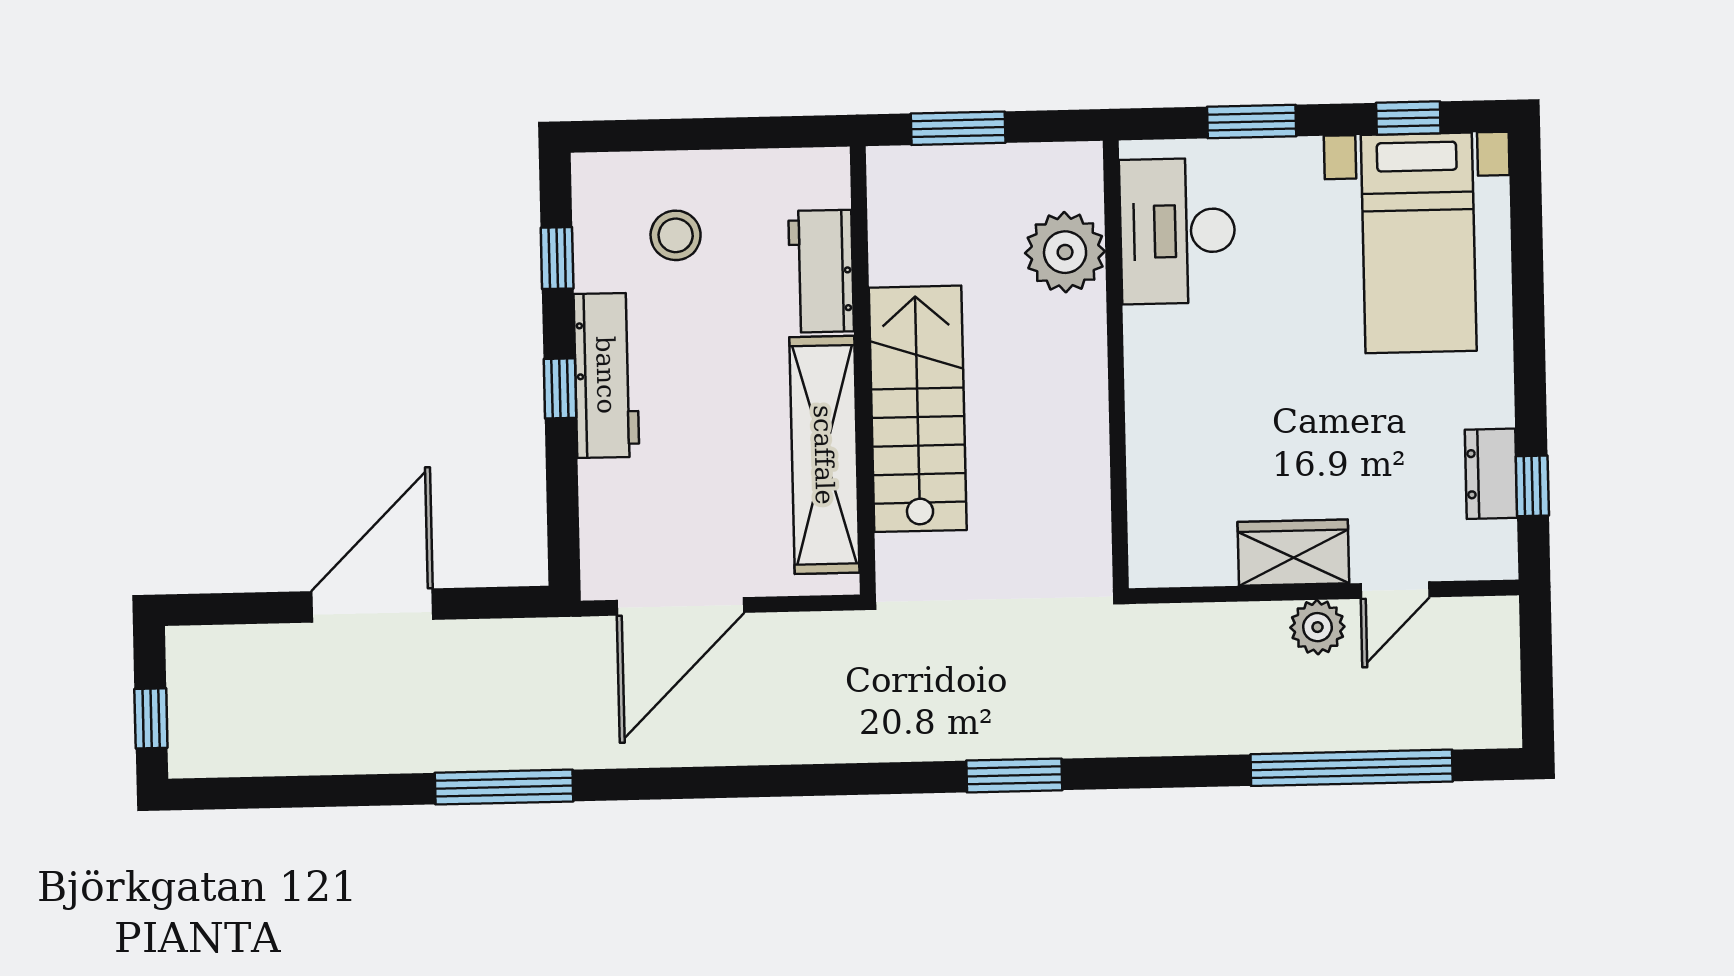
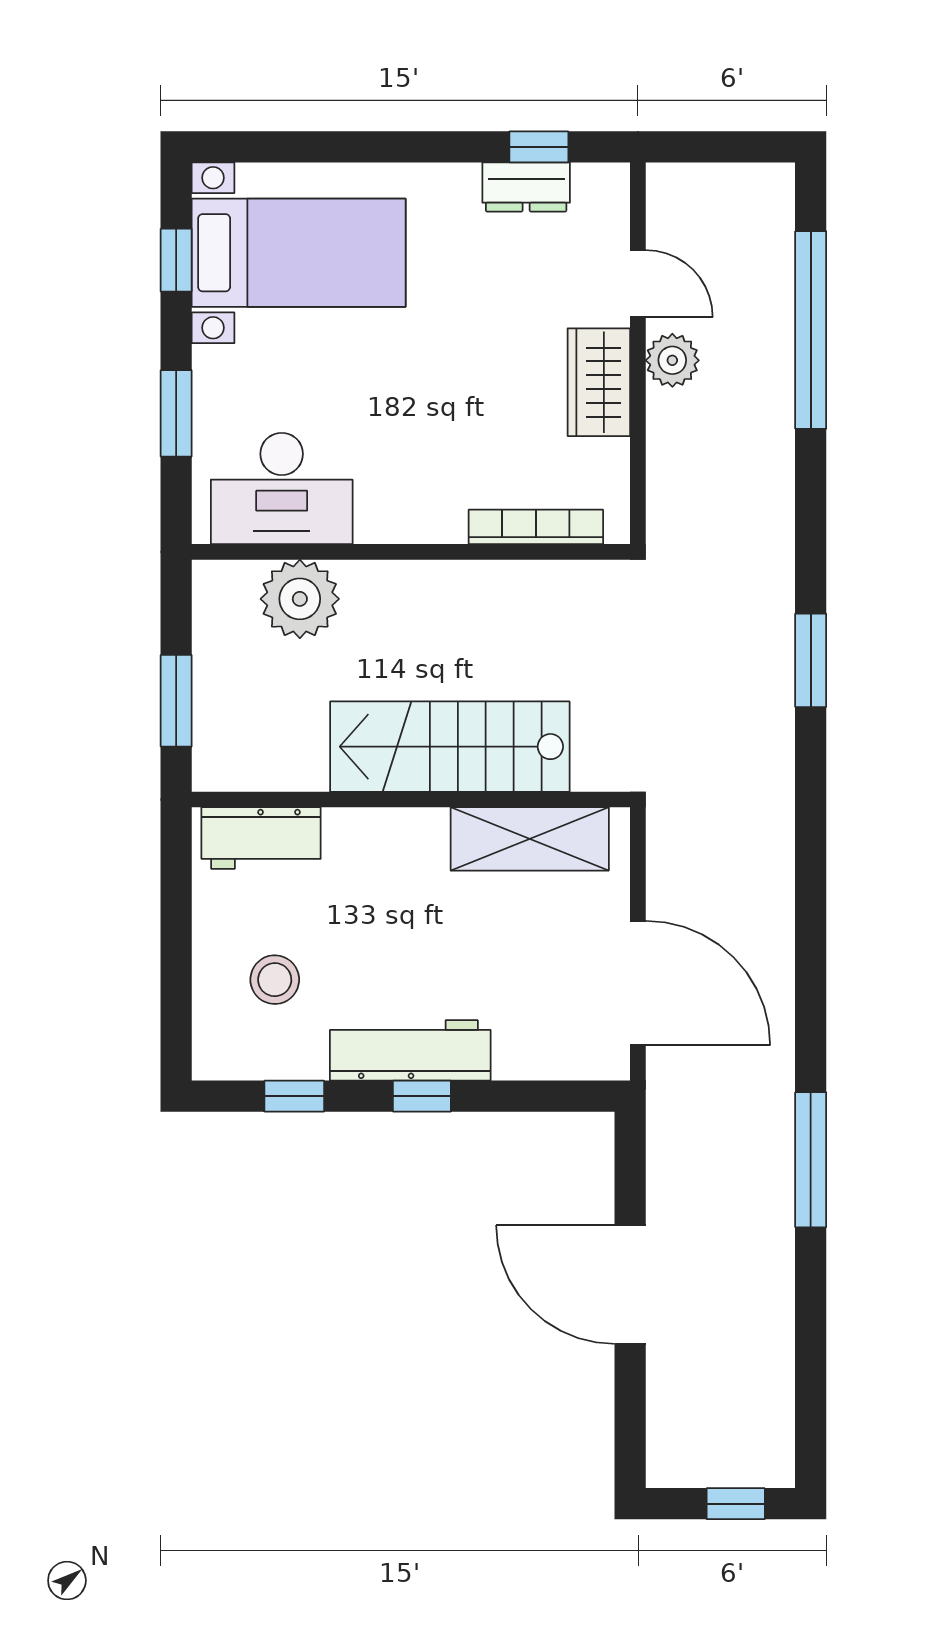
workbench: (821, 271) -> (261, 838), moved
shelving: (824, 455) -> (530, 839), width x0.68
bookcase: (1144, 492) -> (536, 527), added

